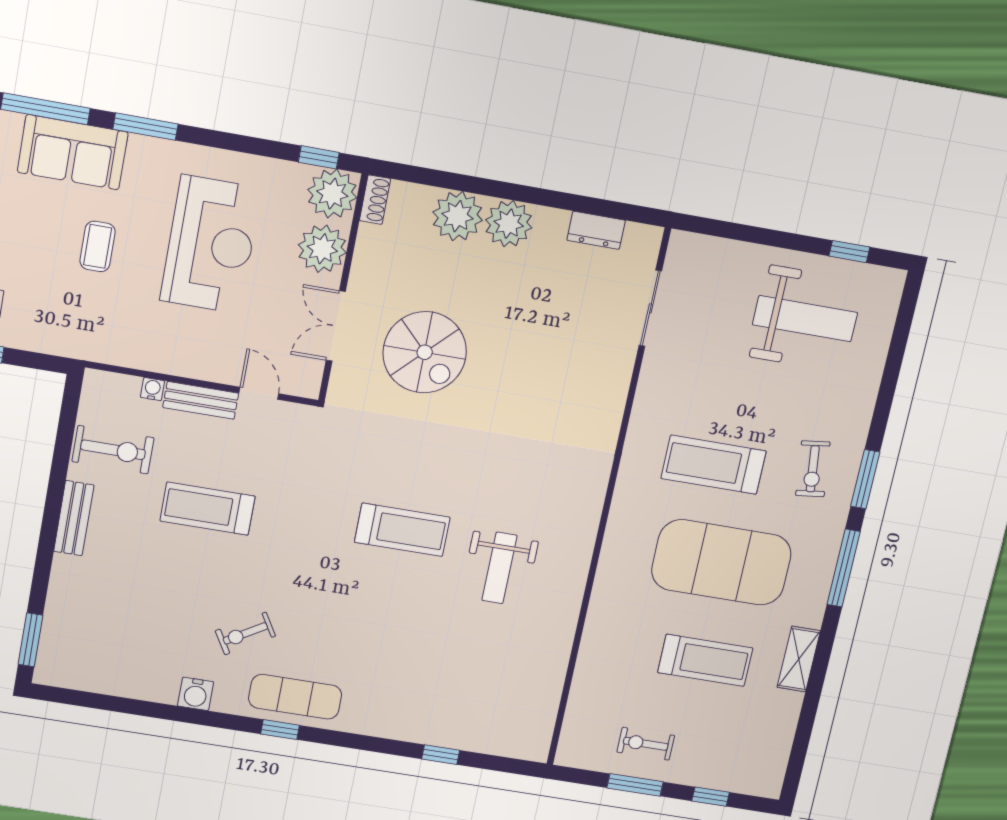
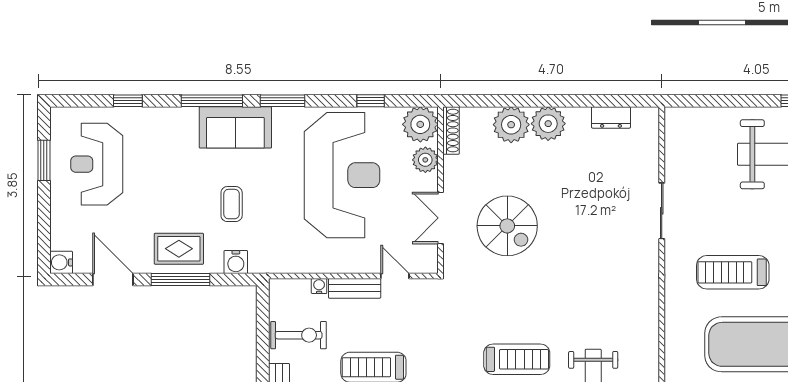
window: (319, 157) -> (371, 101), moved
shoe rack: (375, 200) -> (451, 130), width x1.43
reception desk: (211, 244) -> (342, 175), width x1.36, depth x1.30
coffee table: (97, 246) -> (232, 204), moved
plant: (322, 249) -> (425, 160), width x0.73, depth x0.73
sliding door: (650, 308) -> (662, 211), moved
water cooler: (43, 338) -> (236, 262), added

